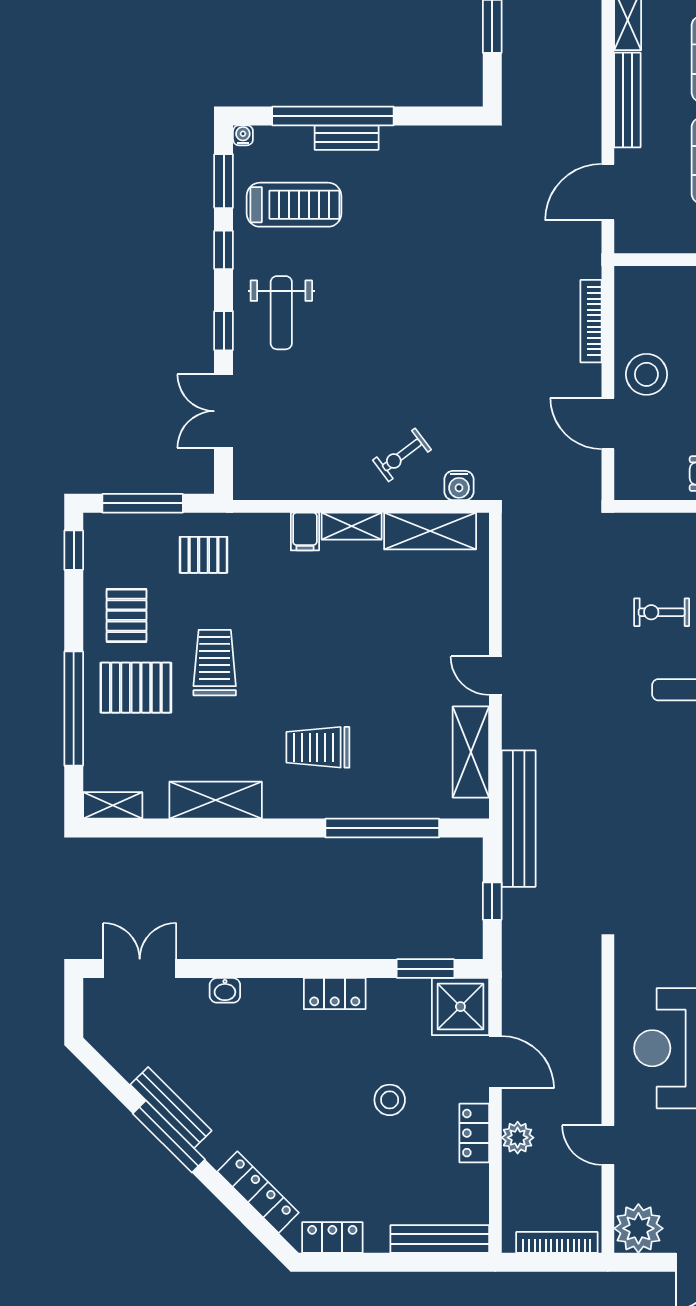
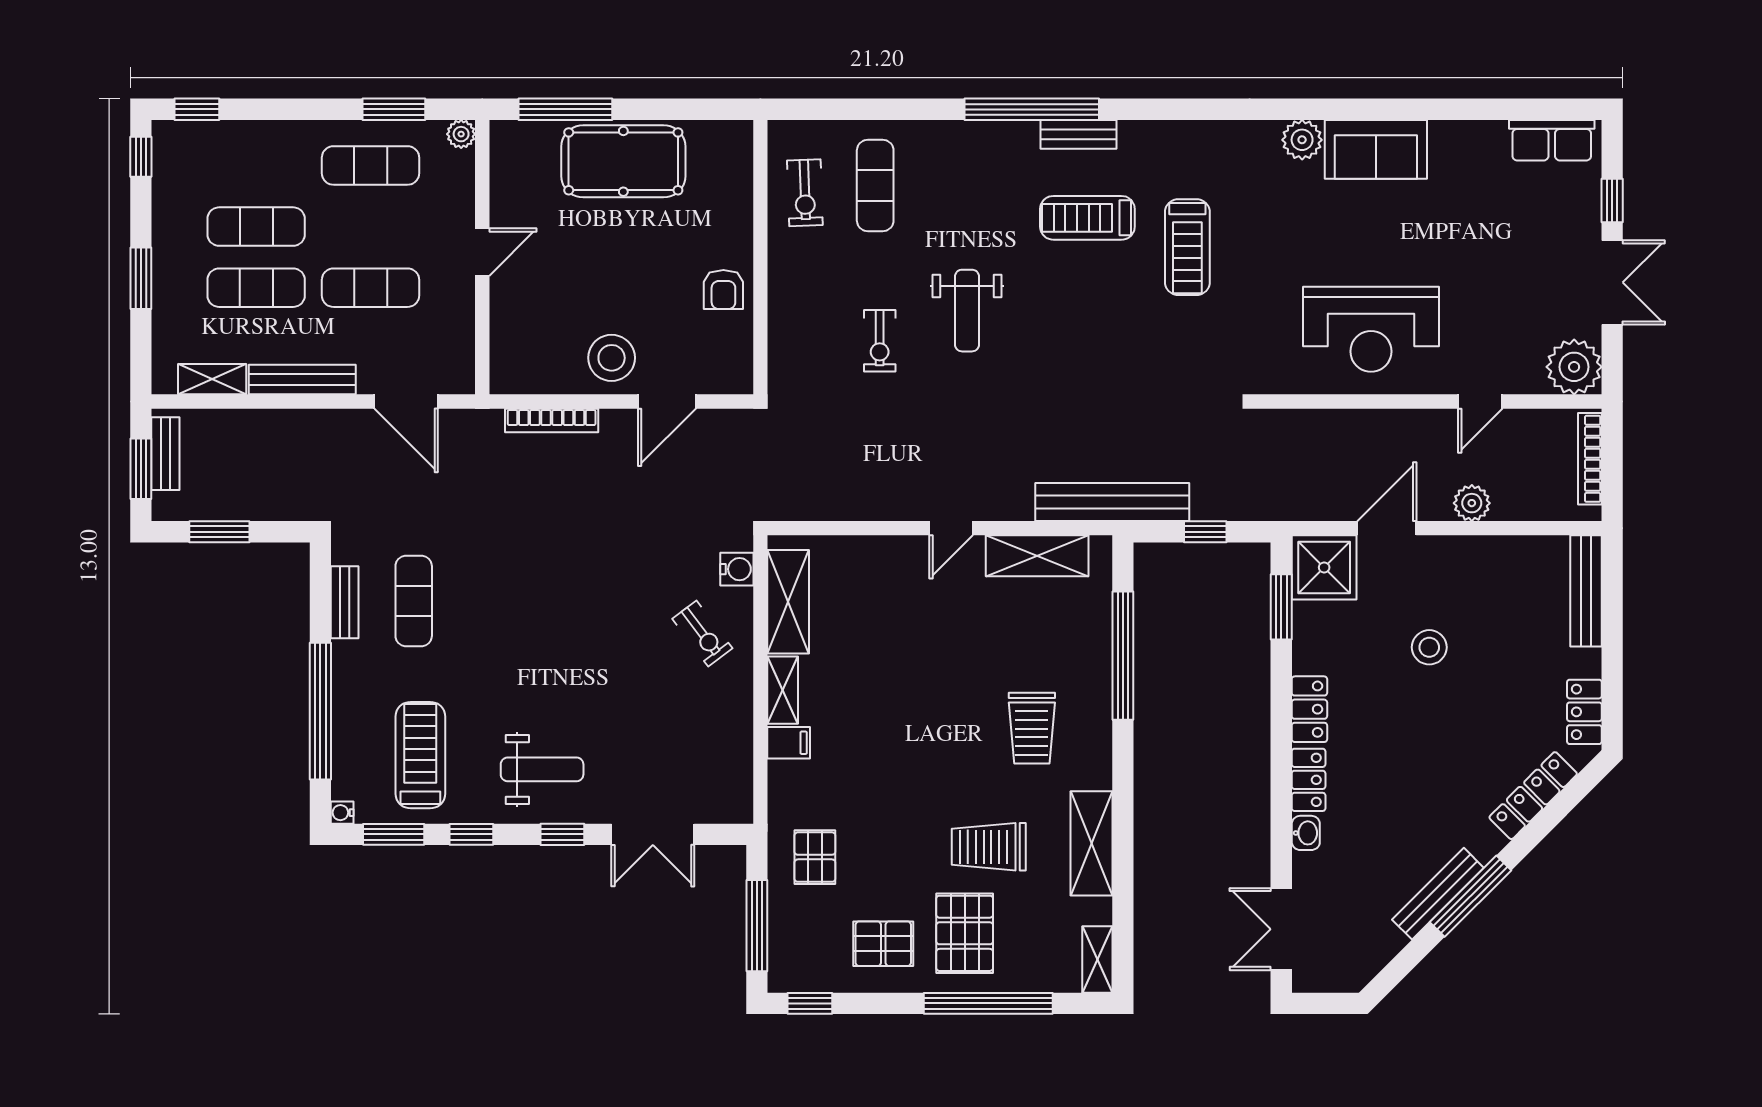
bench: (347, 138) -> (345, 602), moved
exercise mat: (431, 199) -> (414, 601), added
trolley: (215, 663) -> (989, 847), moved
locker: (474, 1133) -> (1309, 780), moved, turned -90

